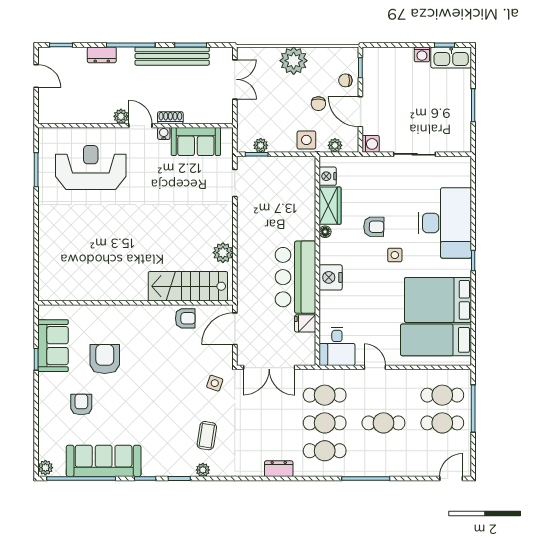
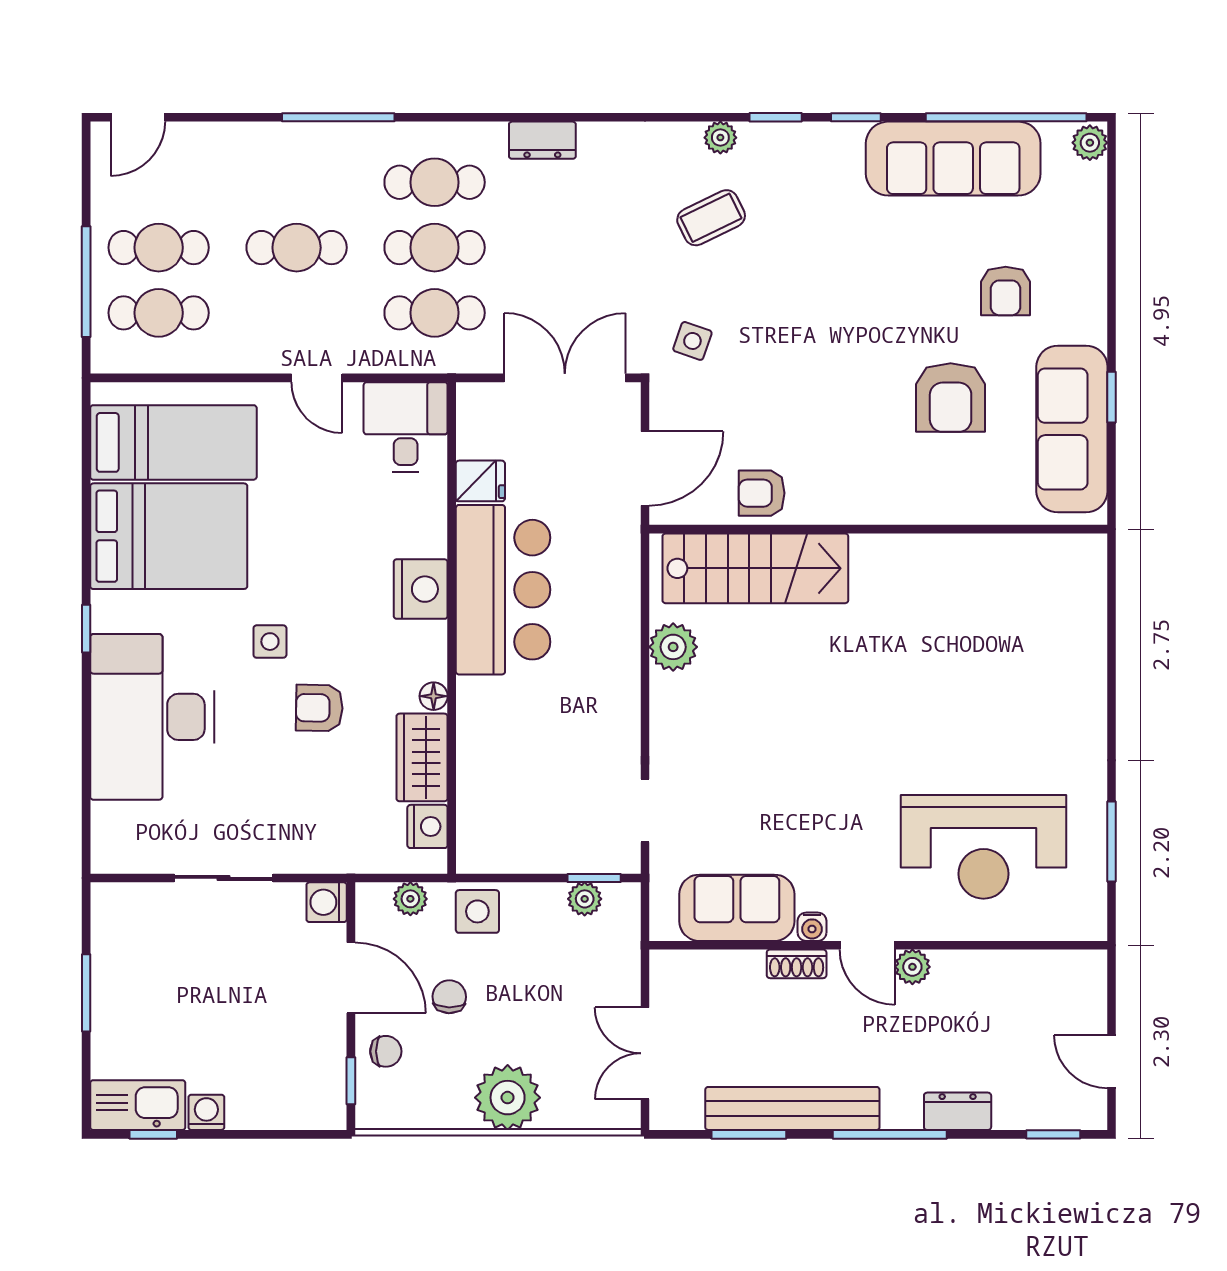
sofa: (53, 346) -> (1072, 429), width x1.36
coffee table: (207, 436) -> (711, 218), turned 55

